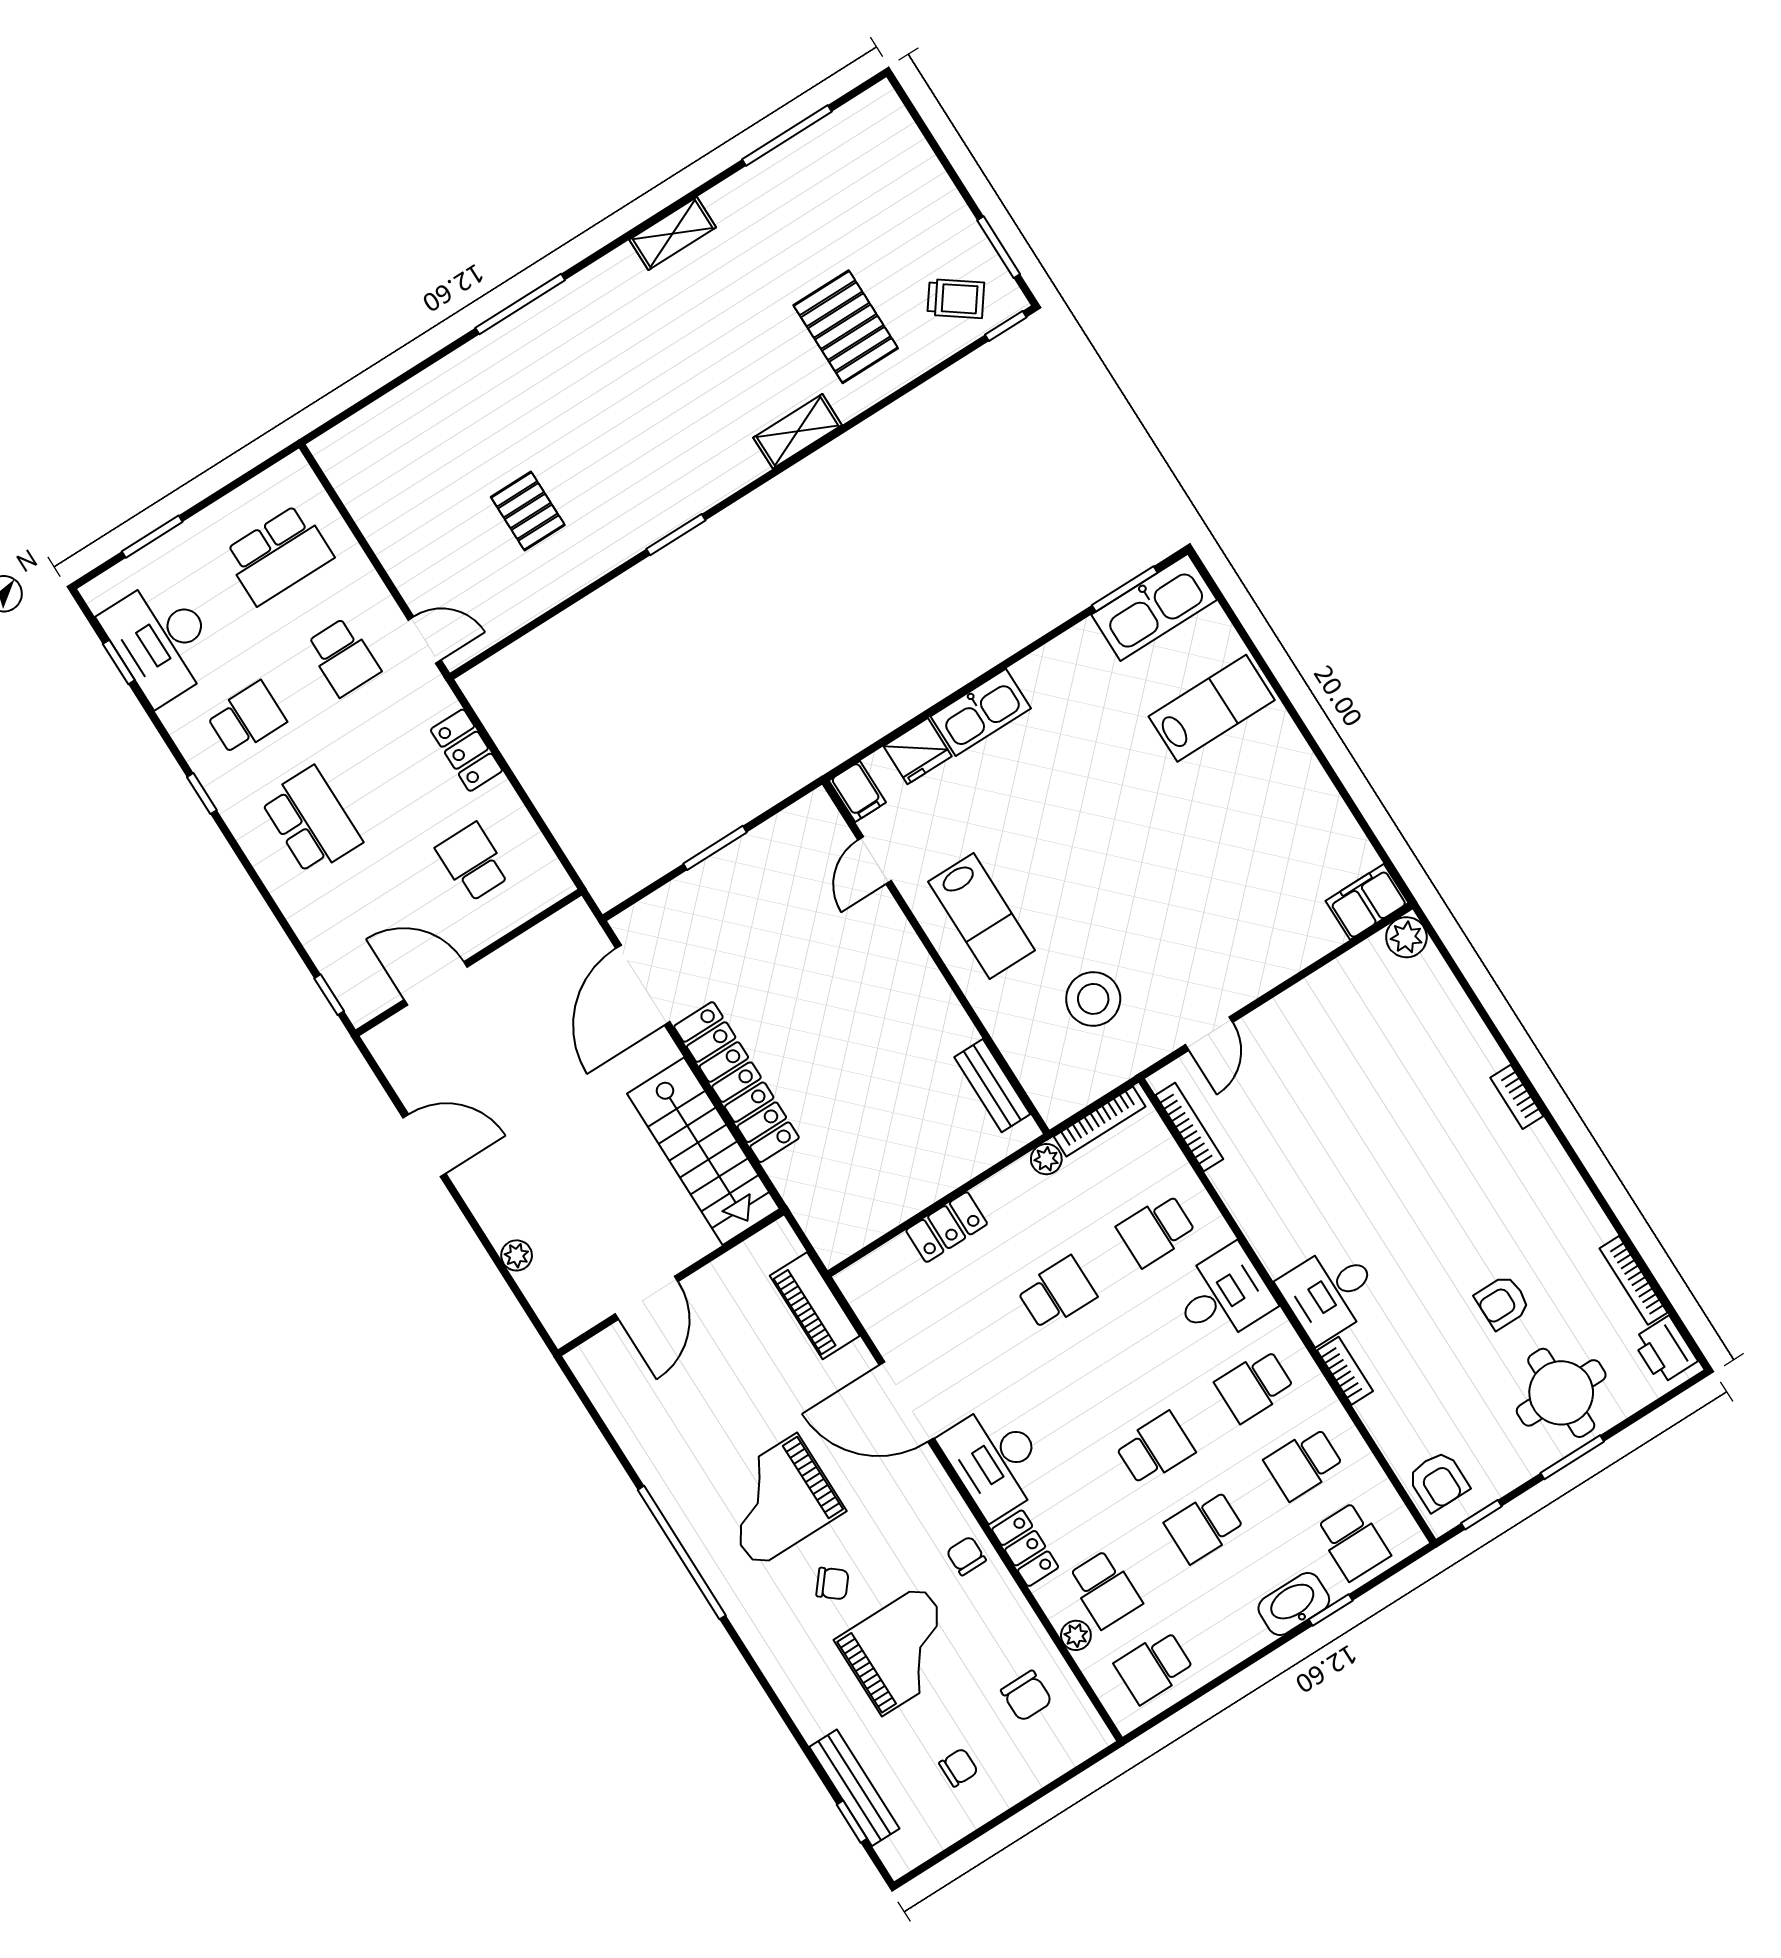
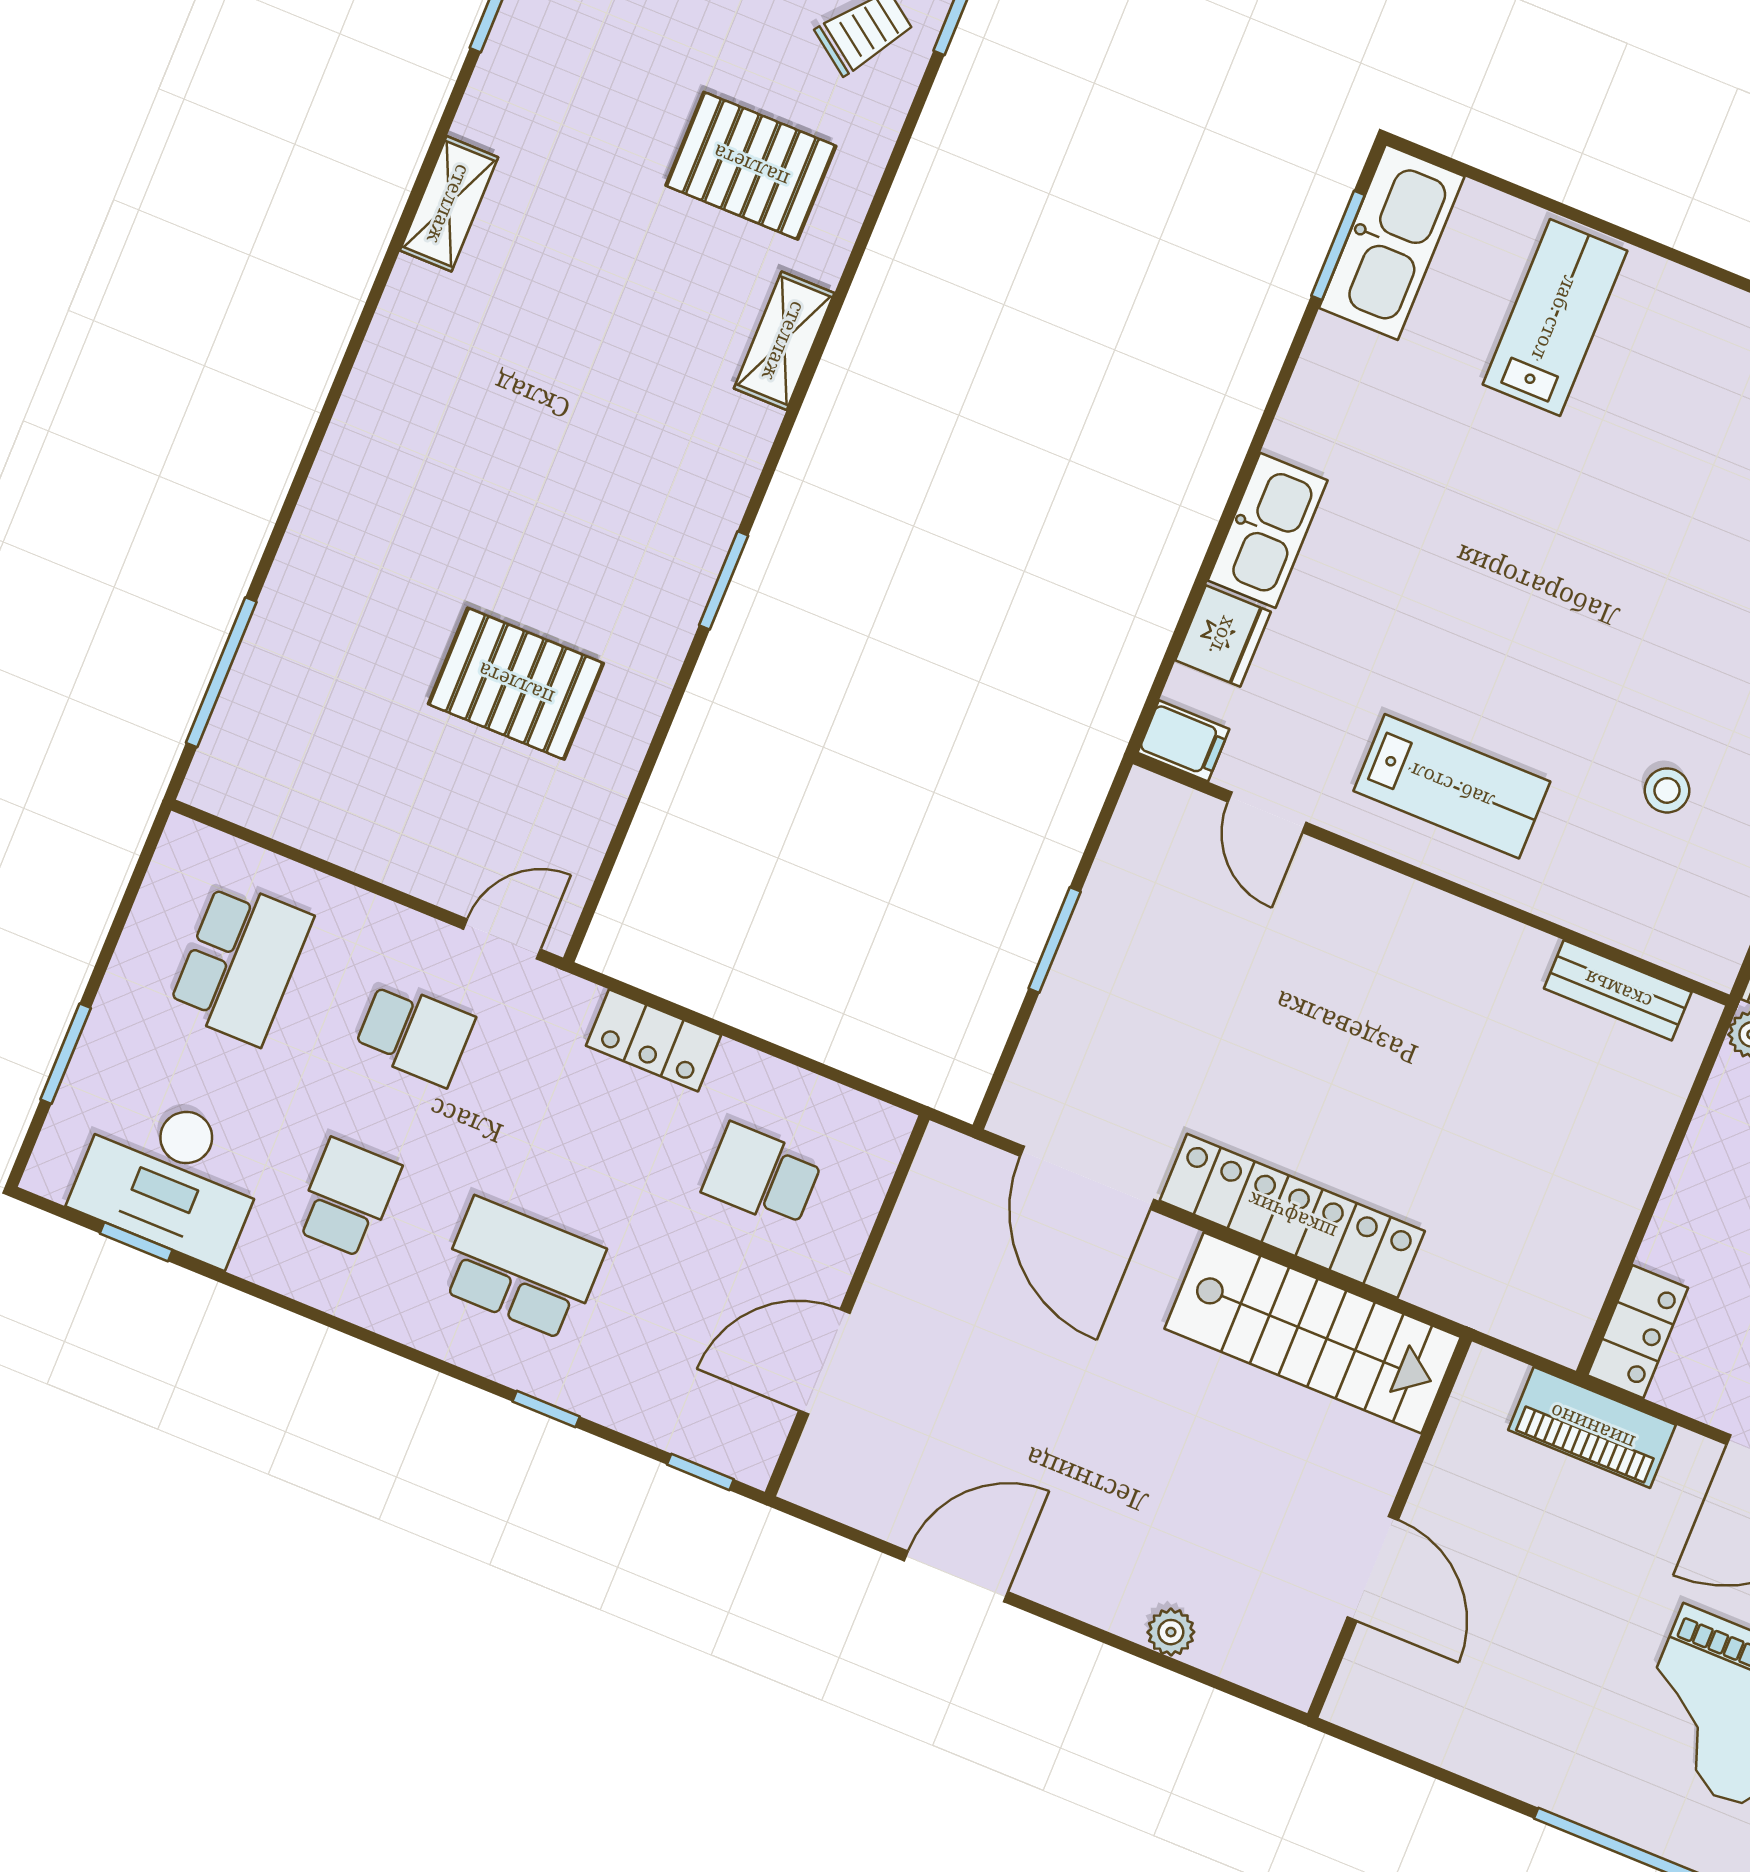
window: (520, 304) -> (221, 672), moved
pallet: (528, 511) -> (516, 684), width x1.50, depth x1.42
window: (202, 794) -> (546, 1409), moved
stool: (1093, 999) -> (1667, 790), width x0.53, depth x0.53
locker: (947, 1227) -> (1638, 1332), moved

